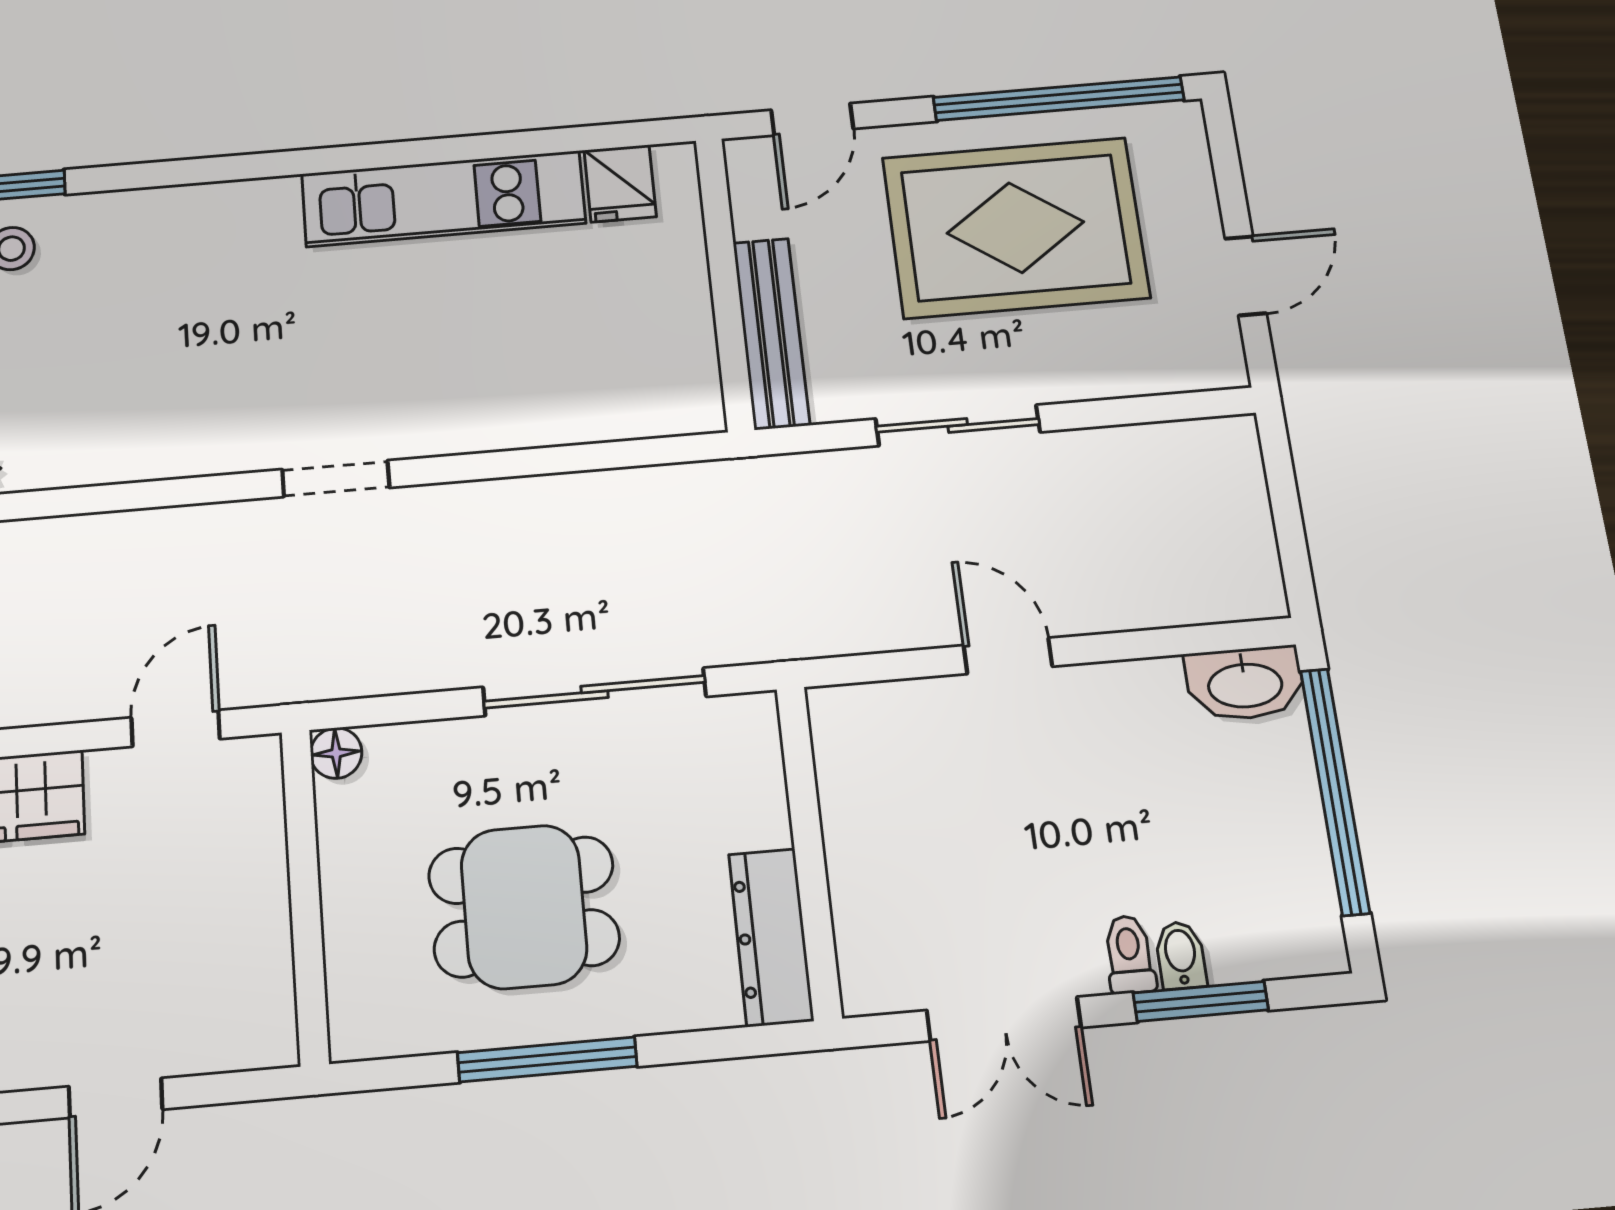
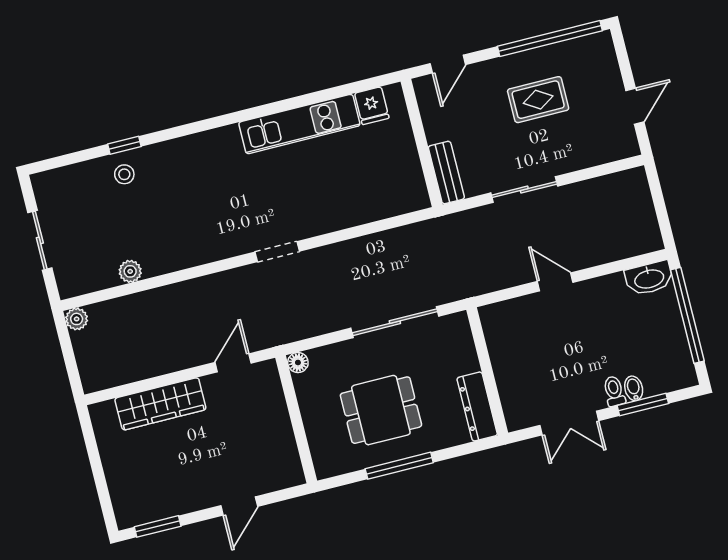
rug: (1015, 228) -> (538, 100), width x0.54, depth x0.49
bench: (771, 333) -> (446, 173), width x0.73

